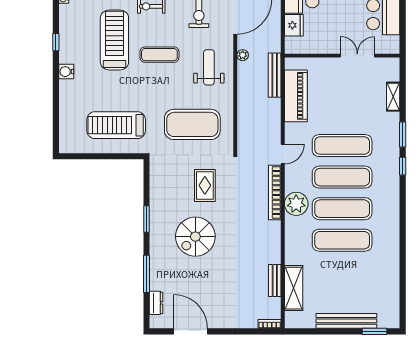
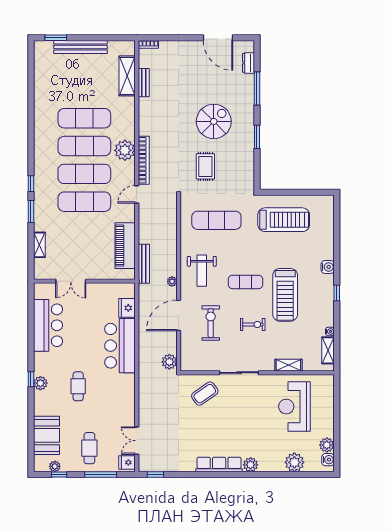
exercise mat: (192, 124) -> (216, 220), width x0.68

